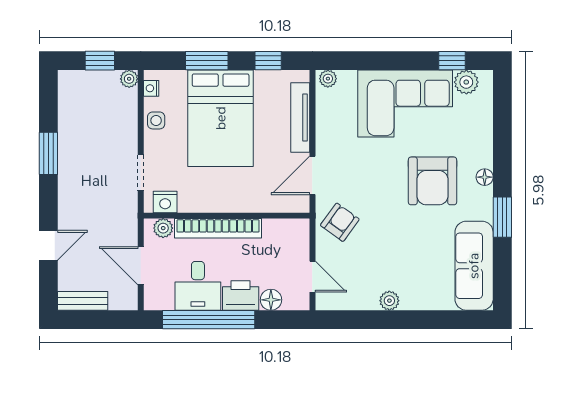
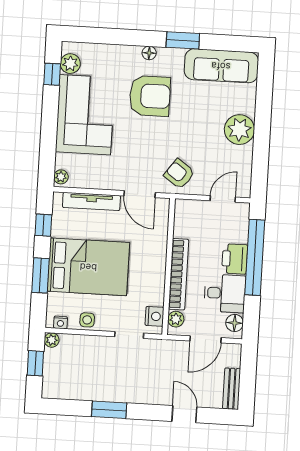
floor lamp: (271, 300) -> (235, 323), moved
plant: (389, 301) -> (239, 130), width x1.87, depth x1.87
window: (209, 320) -> (255, 257), moved

